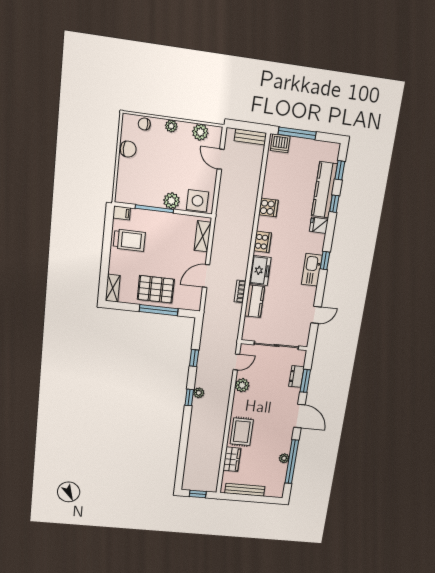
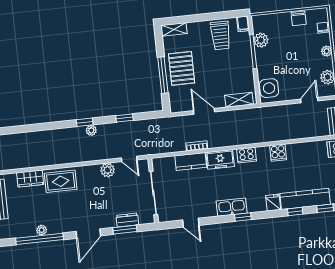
plant: (171, 201) -> (261, 40), moved

